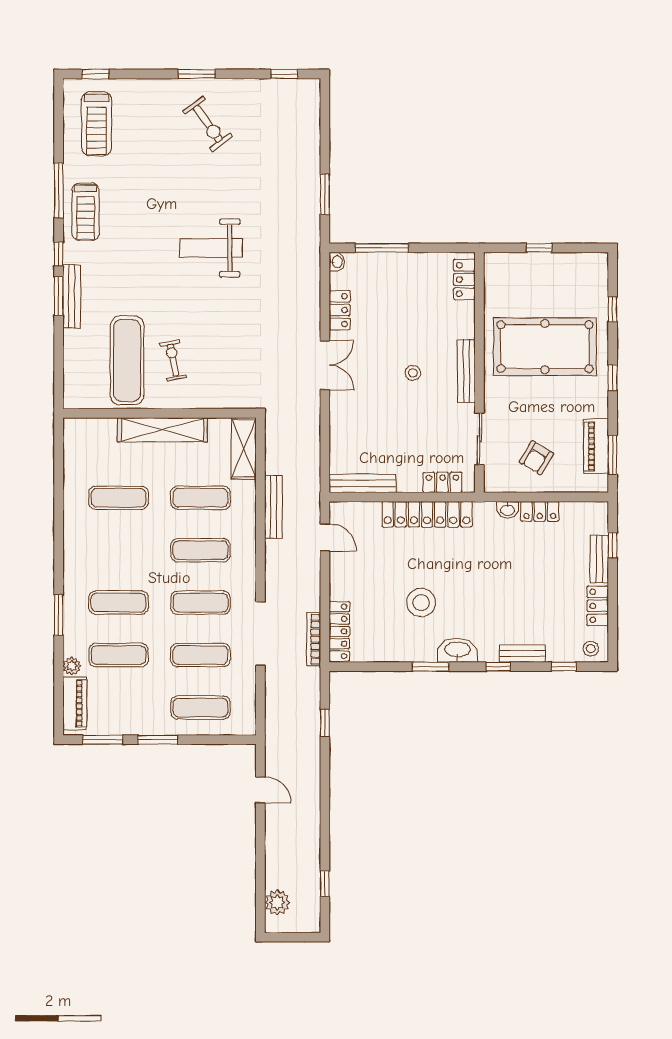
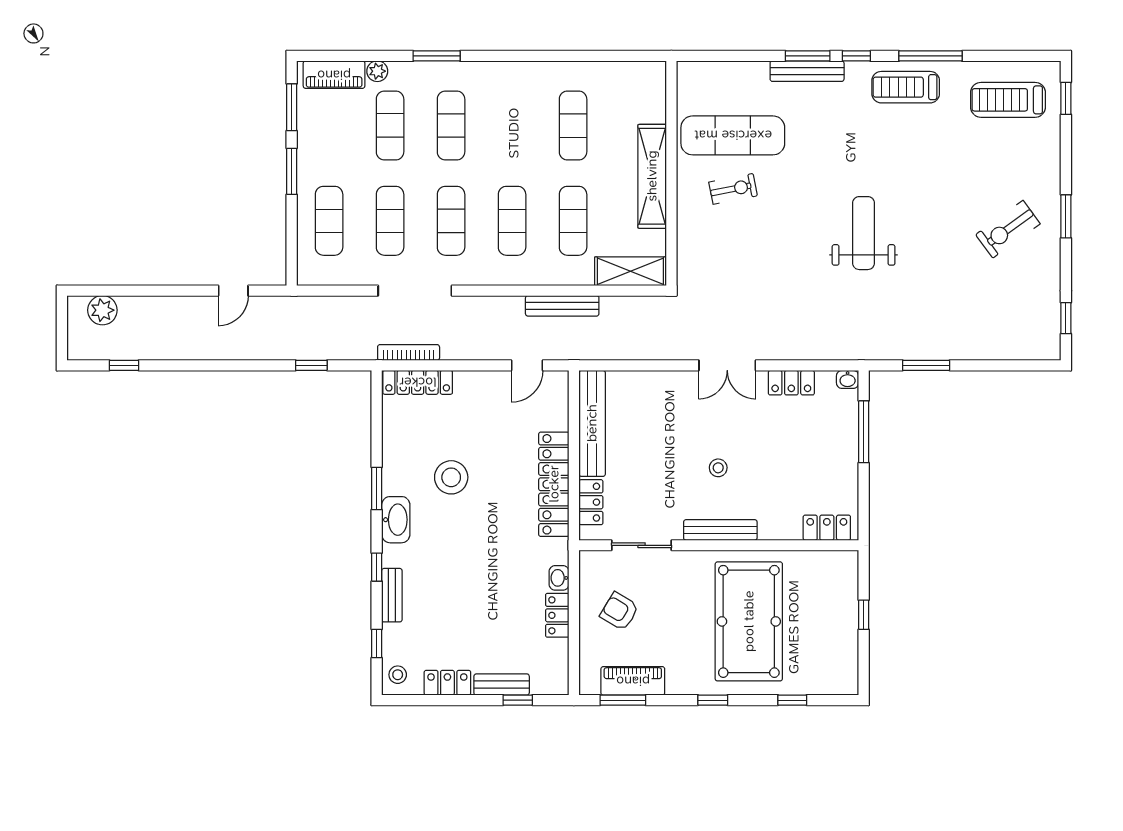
bench: (362, 483) -> (592, 423), width x1.37, depth x1.21

